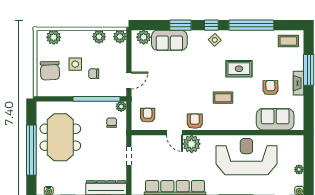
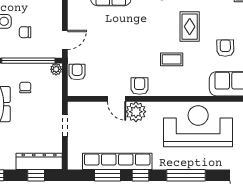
rug: (239, 69) -> (190, 27), turned 90
armchair: (148, 115) -> (77, 72), moved
chair: (112, 123) -> (25, 87), moved

